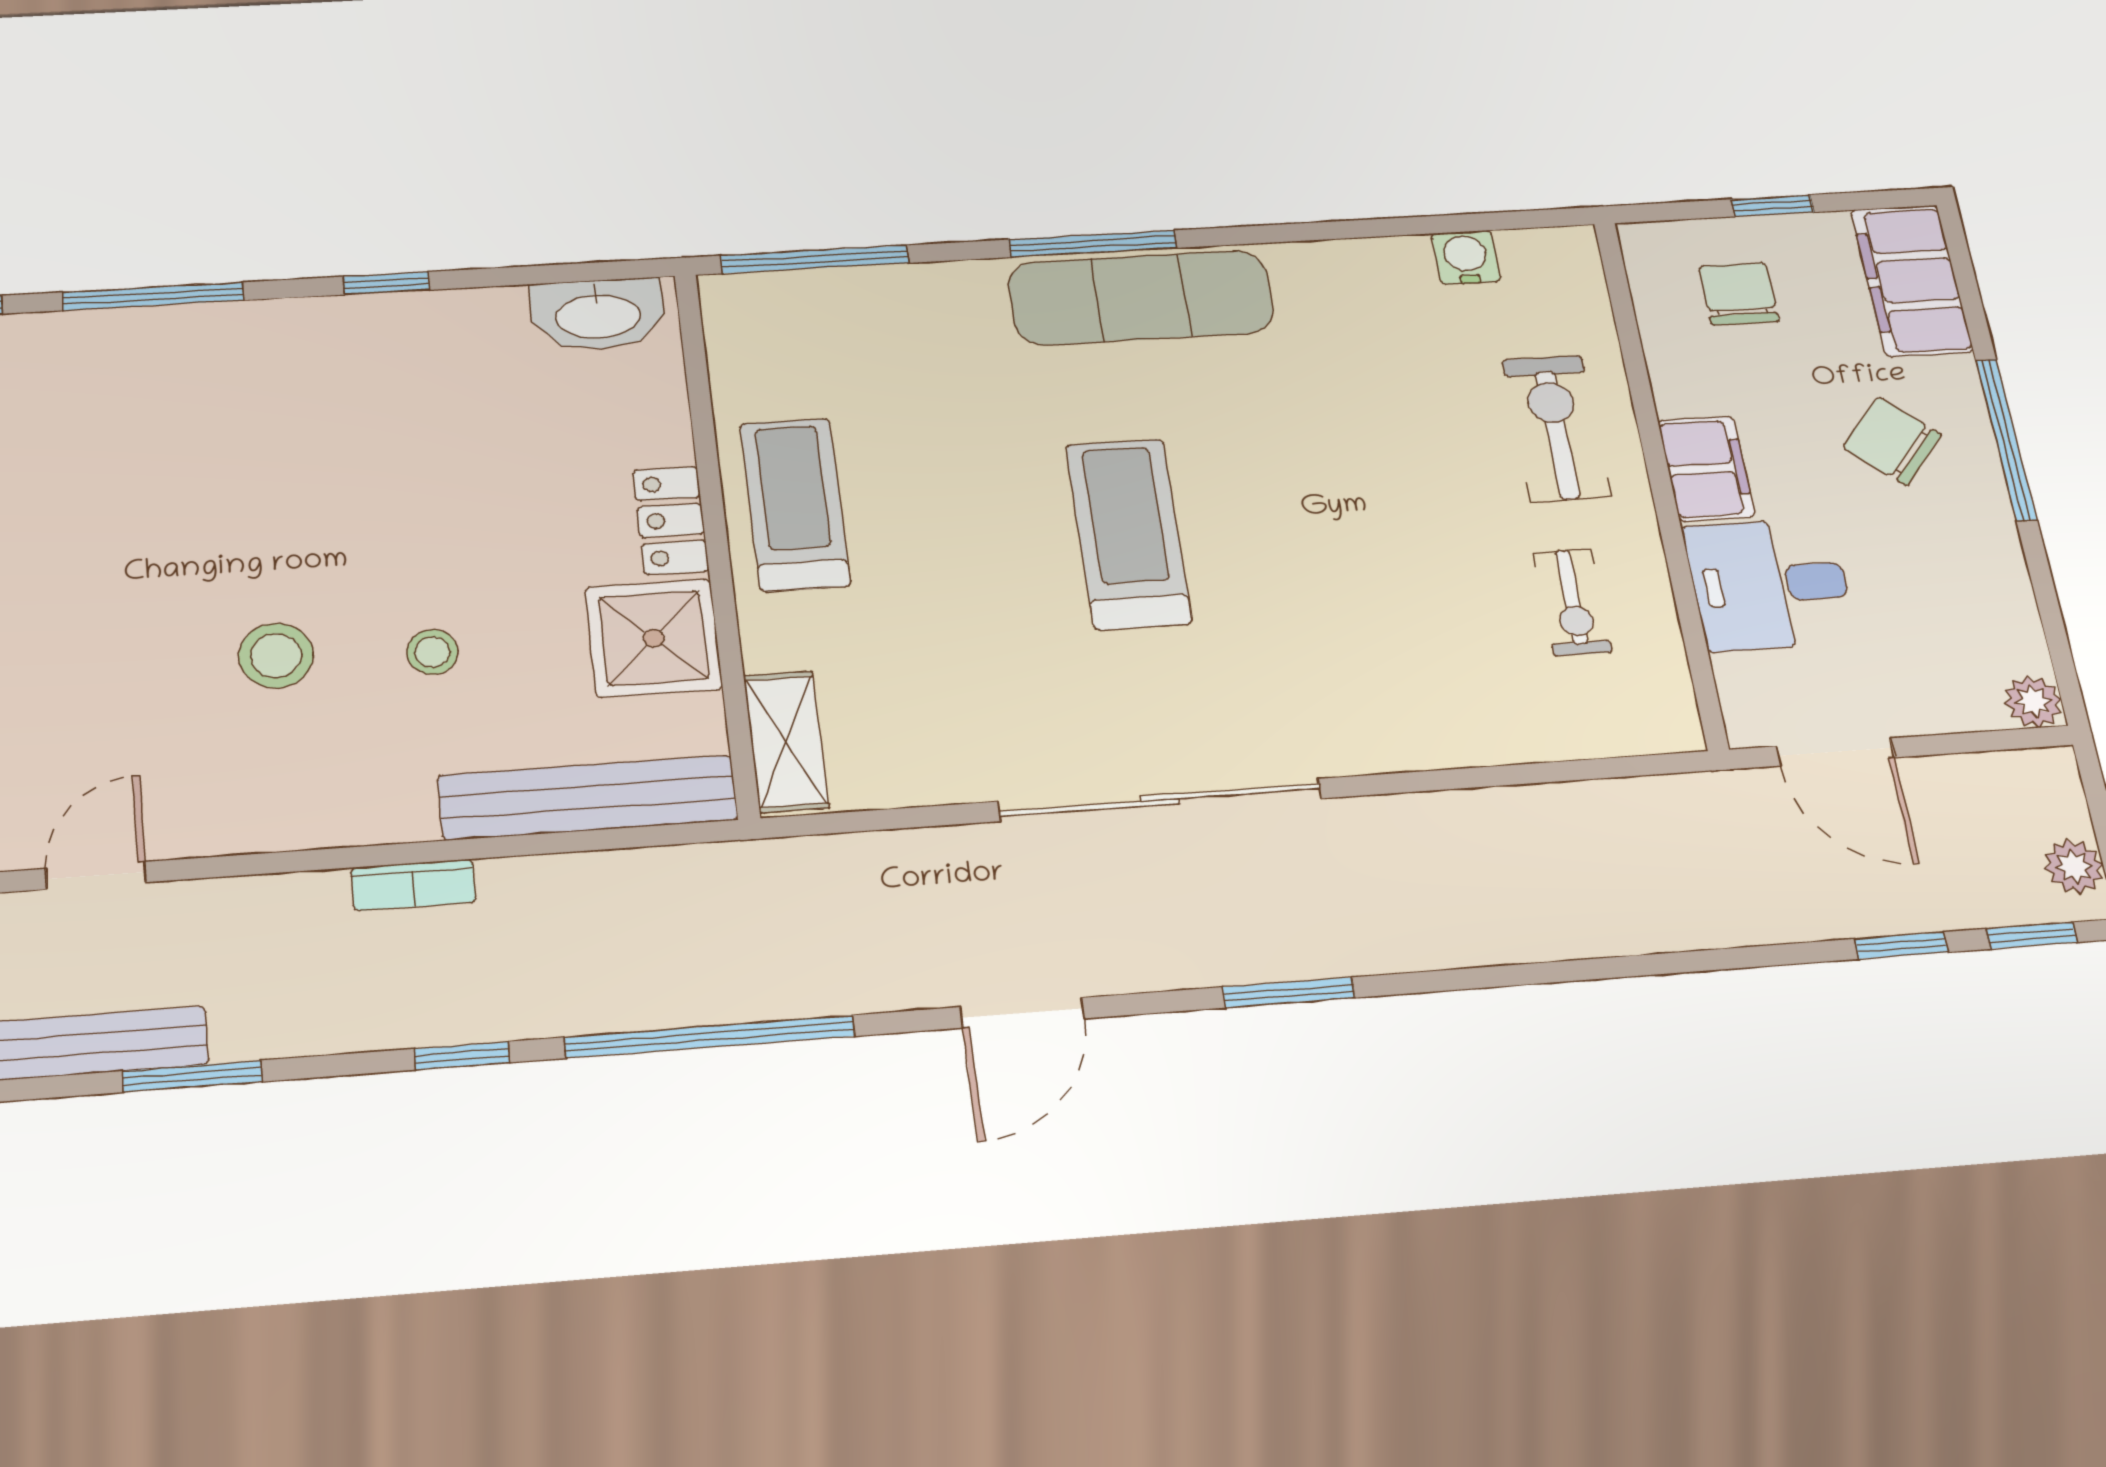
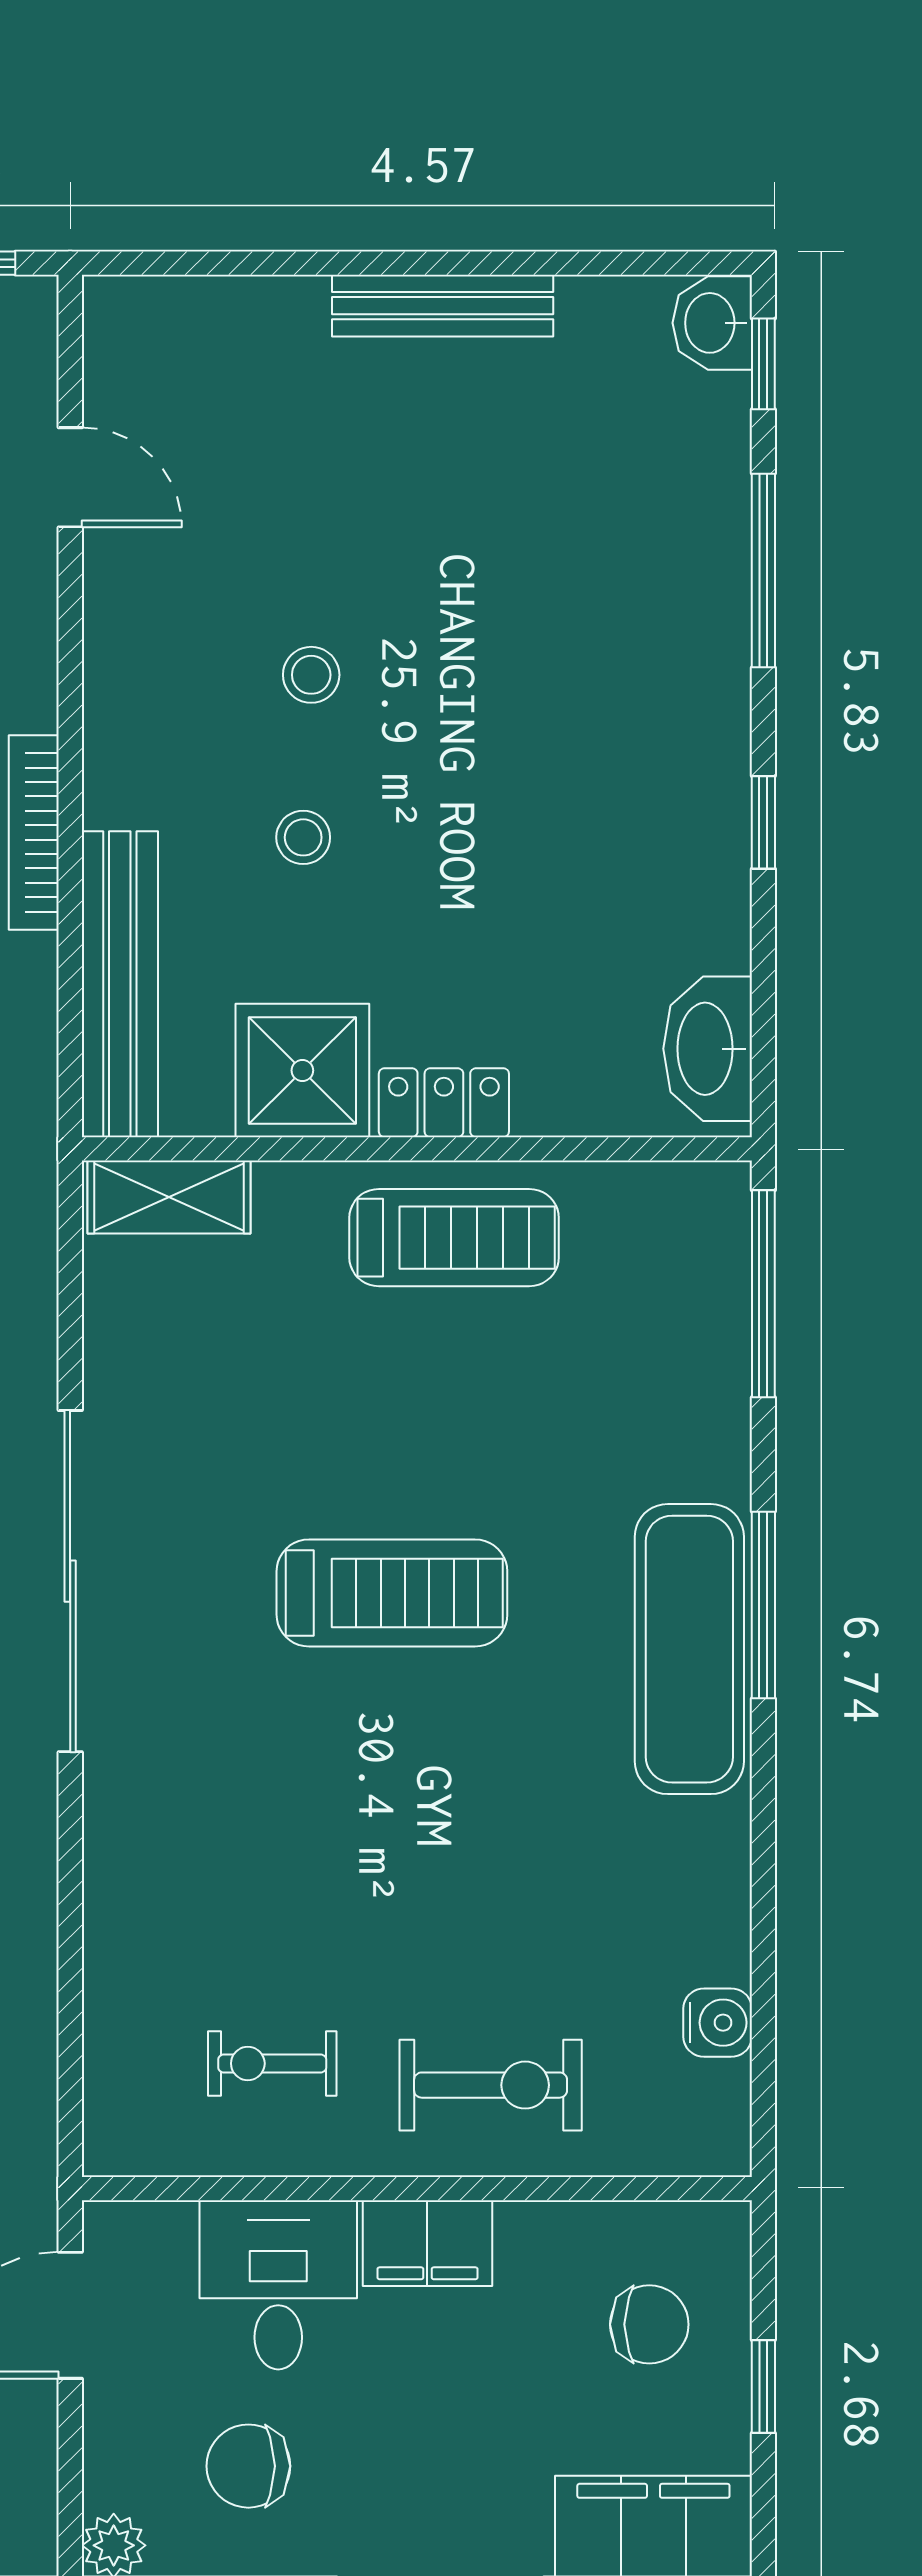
chair: (1892, 441) -> (248, 2466), moved, turned -131
stool: (276, 656) -> (311, 675), width x0.73, depth x0.73
bookcase: (413, 885) -> (34, 832), width x1.56

